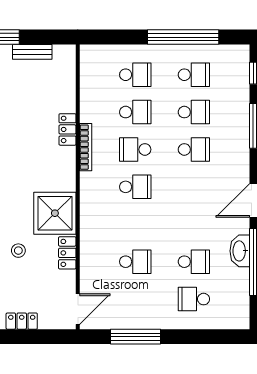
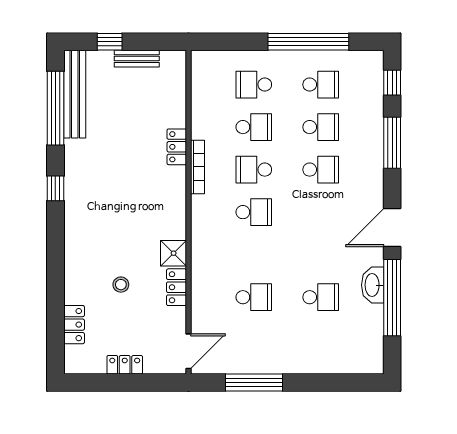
school desk: (135, 75) -> (254, 85), turned 180
shower: (55, 213) -> (174, 253), width x0.54, depth x0.54
school desk: (194, 299) -> (321, 340), removed

